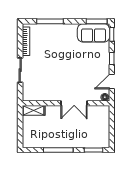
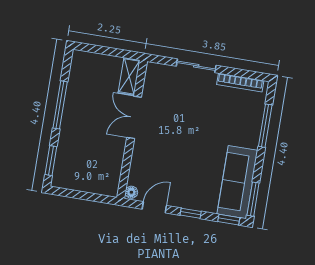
sofa: (94, 33) -> (237, 182), width x1.36
door: (112, 82) -> (154, 207), hinge flipped
double door: (74, 103) -> (134, 117), moved

